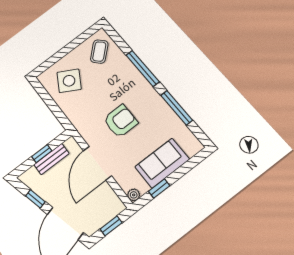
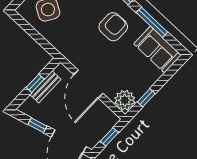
armchair: (120, 121) -> (113, 27), moved
sofa: (162, 163) -> (157, 49), moved, turned -90
plant: (134, 195) -> (125, 100), width x1.88, depth x1.88

